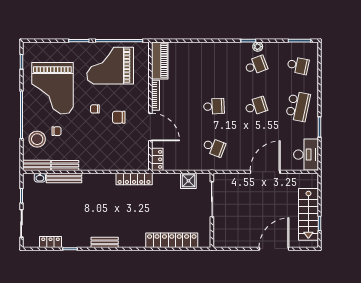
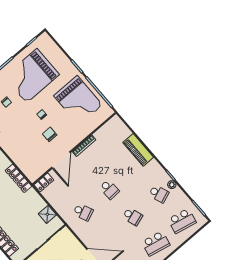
piano: (160, 61) -> (138, 150), moved, turned 90
school desk: (298, 65) -> (182, 221), width x1.85
grand piano: (110, 66) -> (78, 100), turned 180
school desk: (214, 147) -> (83, 212), turned -45

